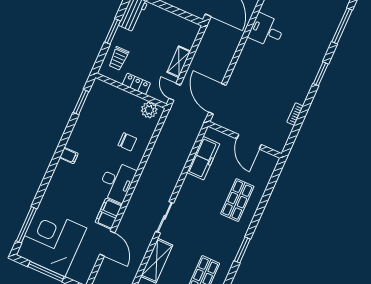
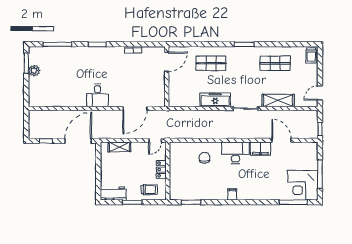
desk: (267, 30) -> (97, 95), moved
shelving: (179, 62) -> (119, 147), moved
door: (217, 99) -> (135, 108), moved
plant: (149, 110) -> (176, 152), removed
door: (249, 142) -> (167, 62), moved
freezer: (203, 158) -> (215, 100), moved
corner desk: (51, 242) -> (303, 185), width x0.74, depth x0.74
door: (107, 244) -> (281, 140), hinge flipped

